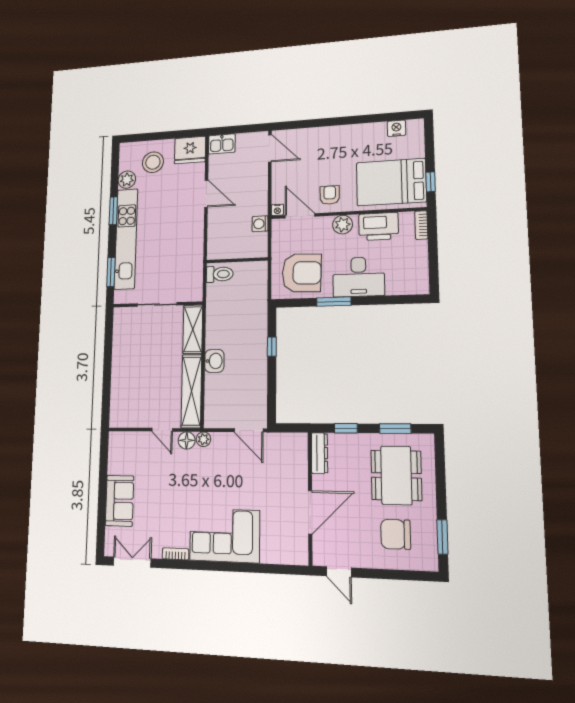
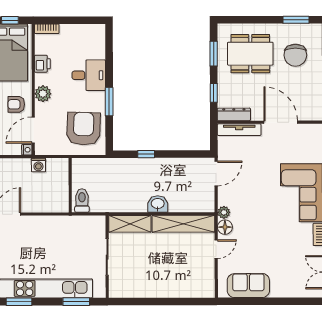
printer: (379, 226) -> (42, 64), width x0.53, depth x0.68
desk: (358, 277) -> (89, 75), width x0.73
tv unit: (301, 459) -> (239, 130), added
sofa: (119, 501) -> (248, 286), moved

